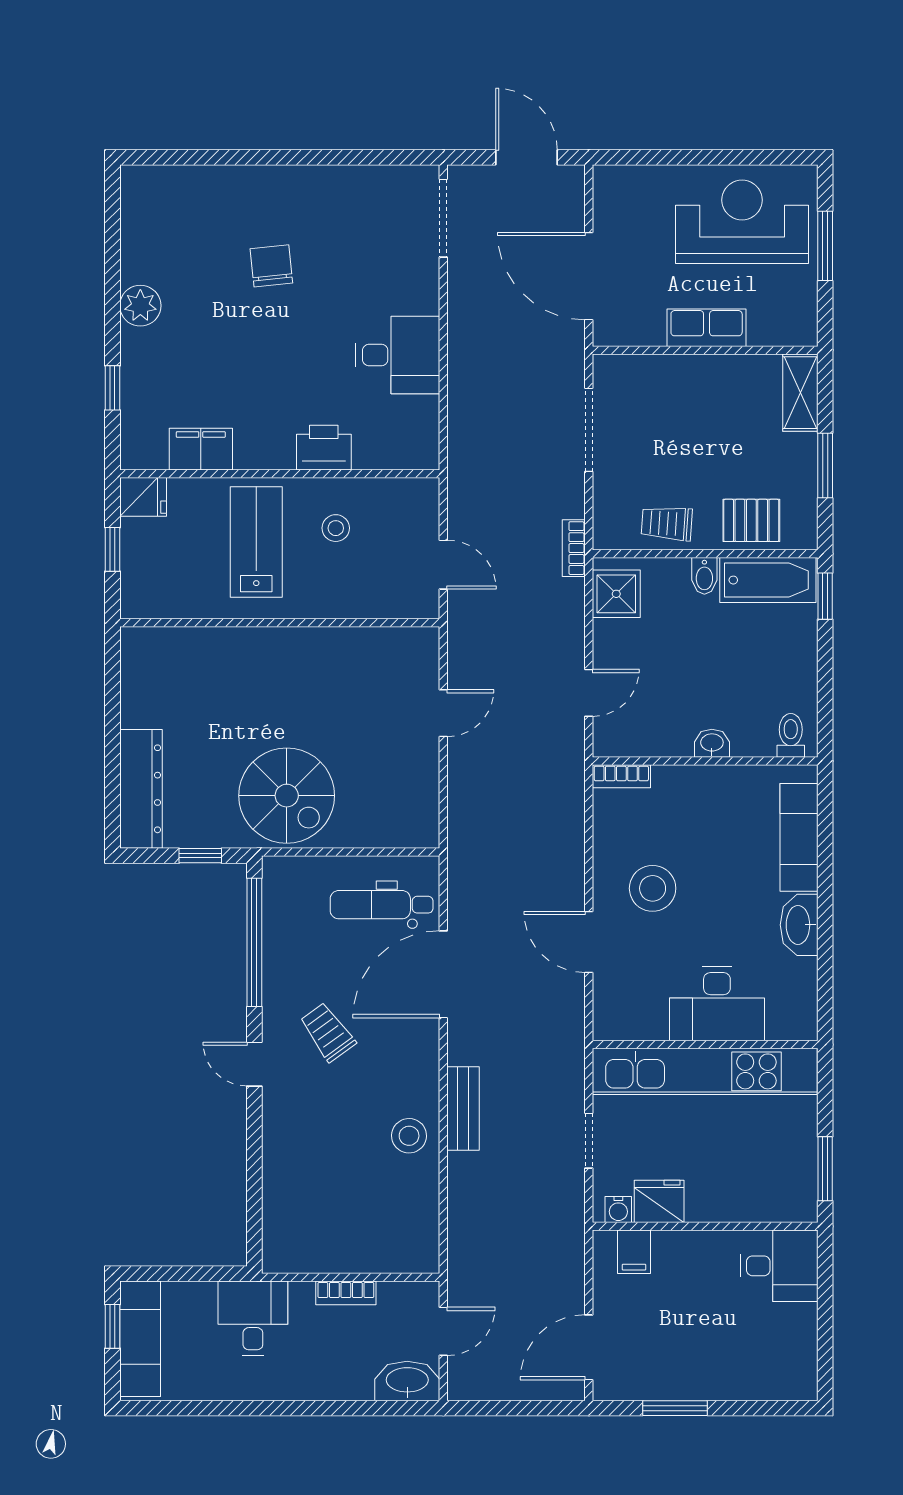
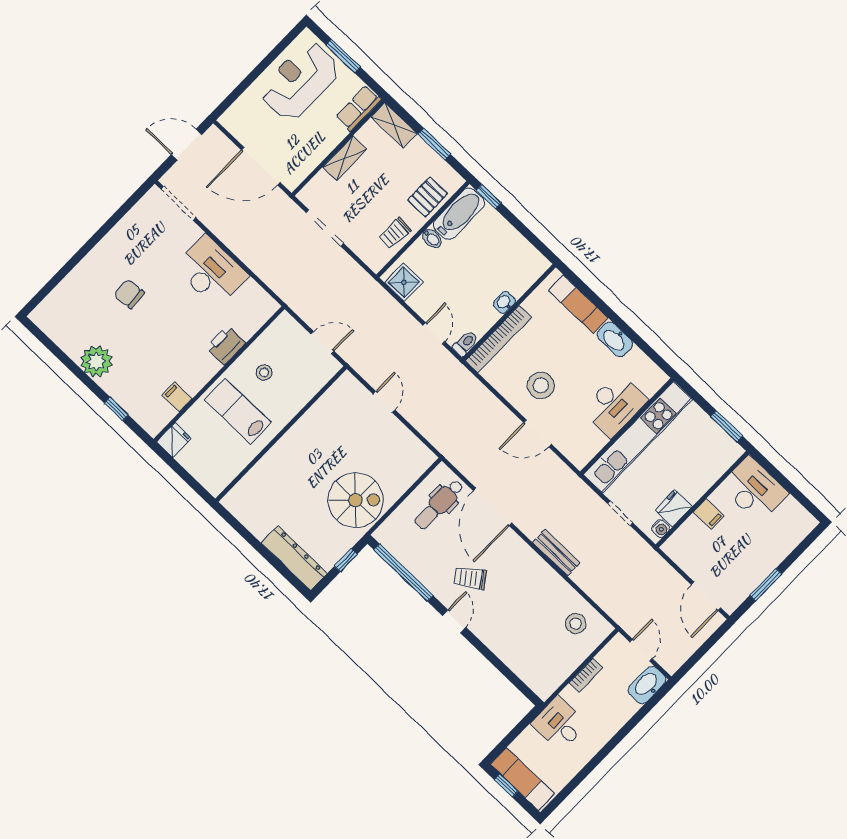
plant: (140, 306) -> (96, 361), width x1.36, depth x1.36
row of seats: (707, 328) -> (358, 108), moved
desk: (398, 355) -> (211, 271), width x1.37
shelving: (700, 371) -> (345, 158), added
filing cabinet: (201, 449) -> (177, 397), width x0.50
bookcase: (574, 548) -> (368, 282), removed
window: (113, 549) -> (183, 474), removed
toilet: (791, 735) -> (466, 343), moved, turned 90
bookcase: (621, 776) -> (498, 339), width x2.31, depth x1.31
door: (254, 1064) -> (454, 621), swing flipped
stool: (409, 1136) -> (576, 624), moved
filing cabinet: (634, 1252) -> (709, 514), moved
desk: (779, 1266) -> (754, 490), width x1.37

